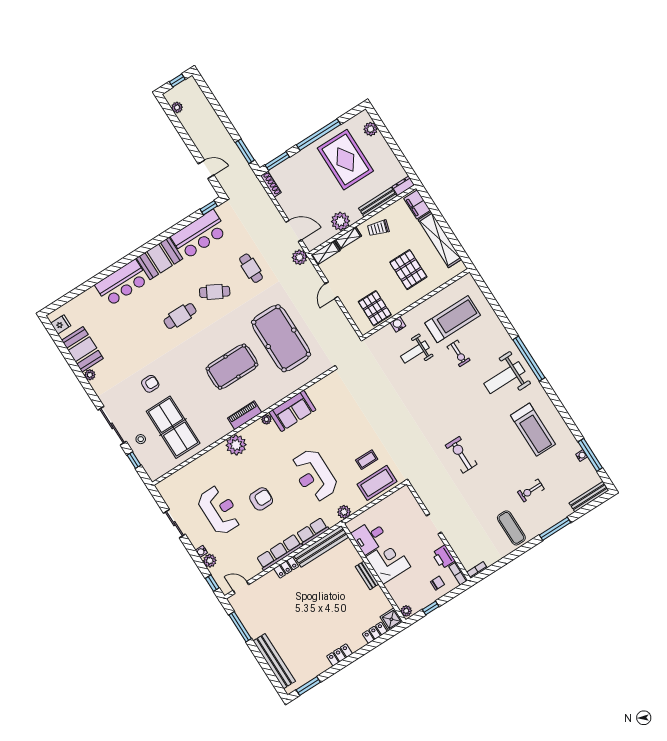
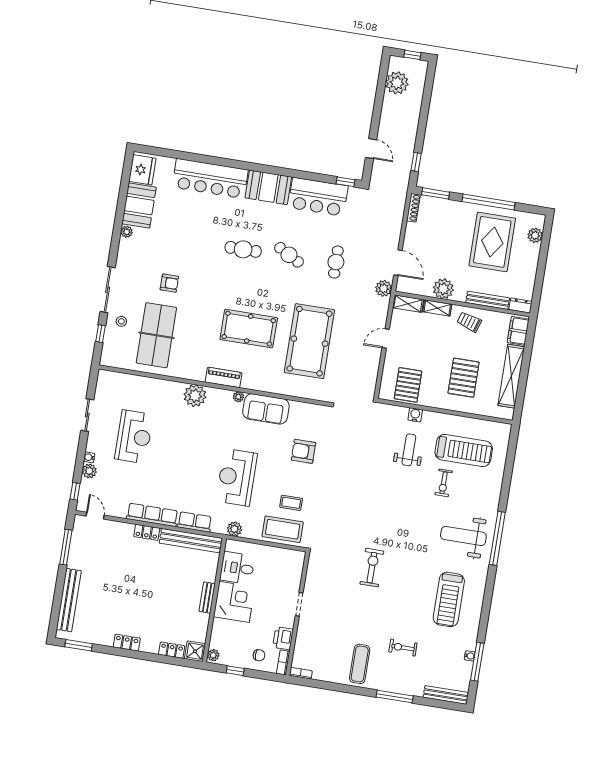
plant: (177, 107) -> (397, 83), width x1.88, depth x1.88
window: (245, 151) -> (416, 162), width x0.67
bar counter: (122, 283) -> (210, 178), width x1.36
fridge: (61, 324) -> (142, 170), width x1.88, depth x1.34
weight bench: (415, 352) -> (409, 450), turned 90
armchair: (261, 499) -> (303, 451), moved, turned 180

